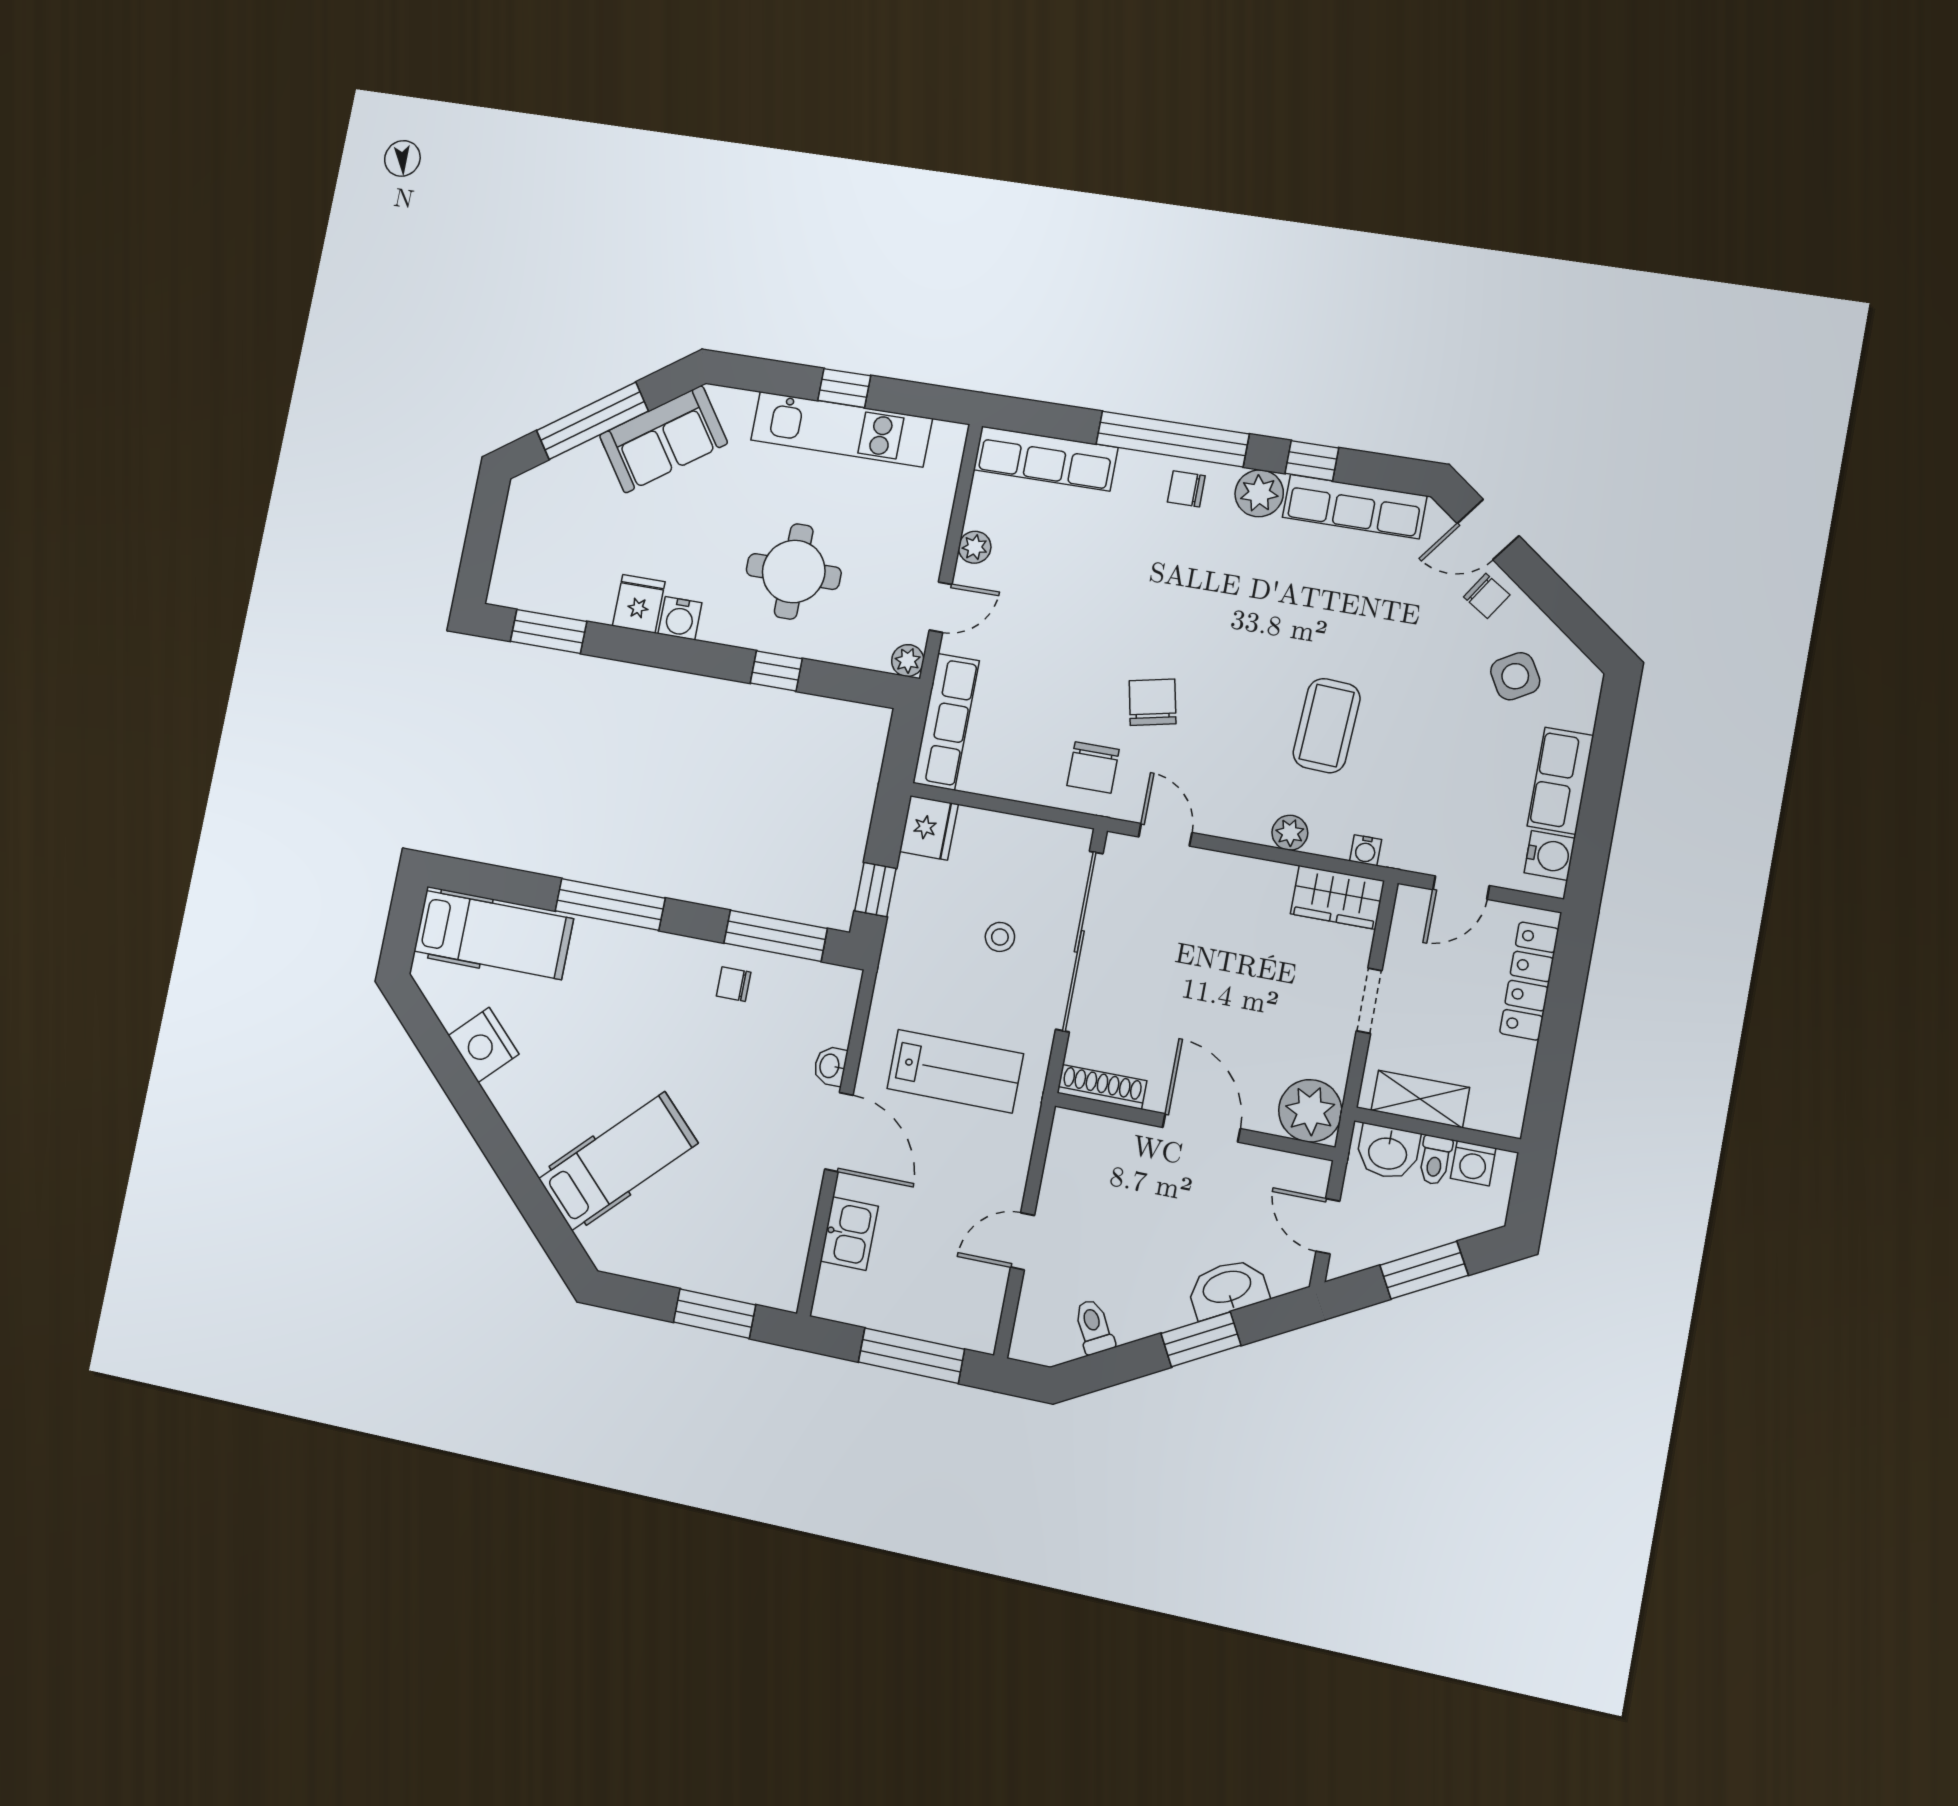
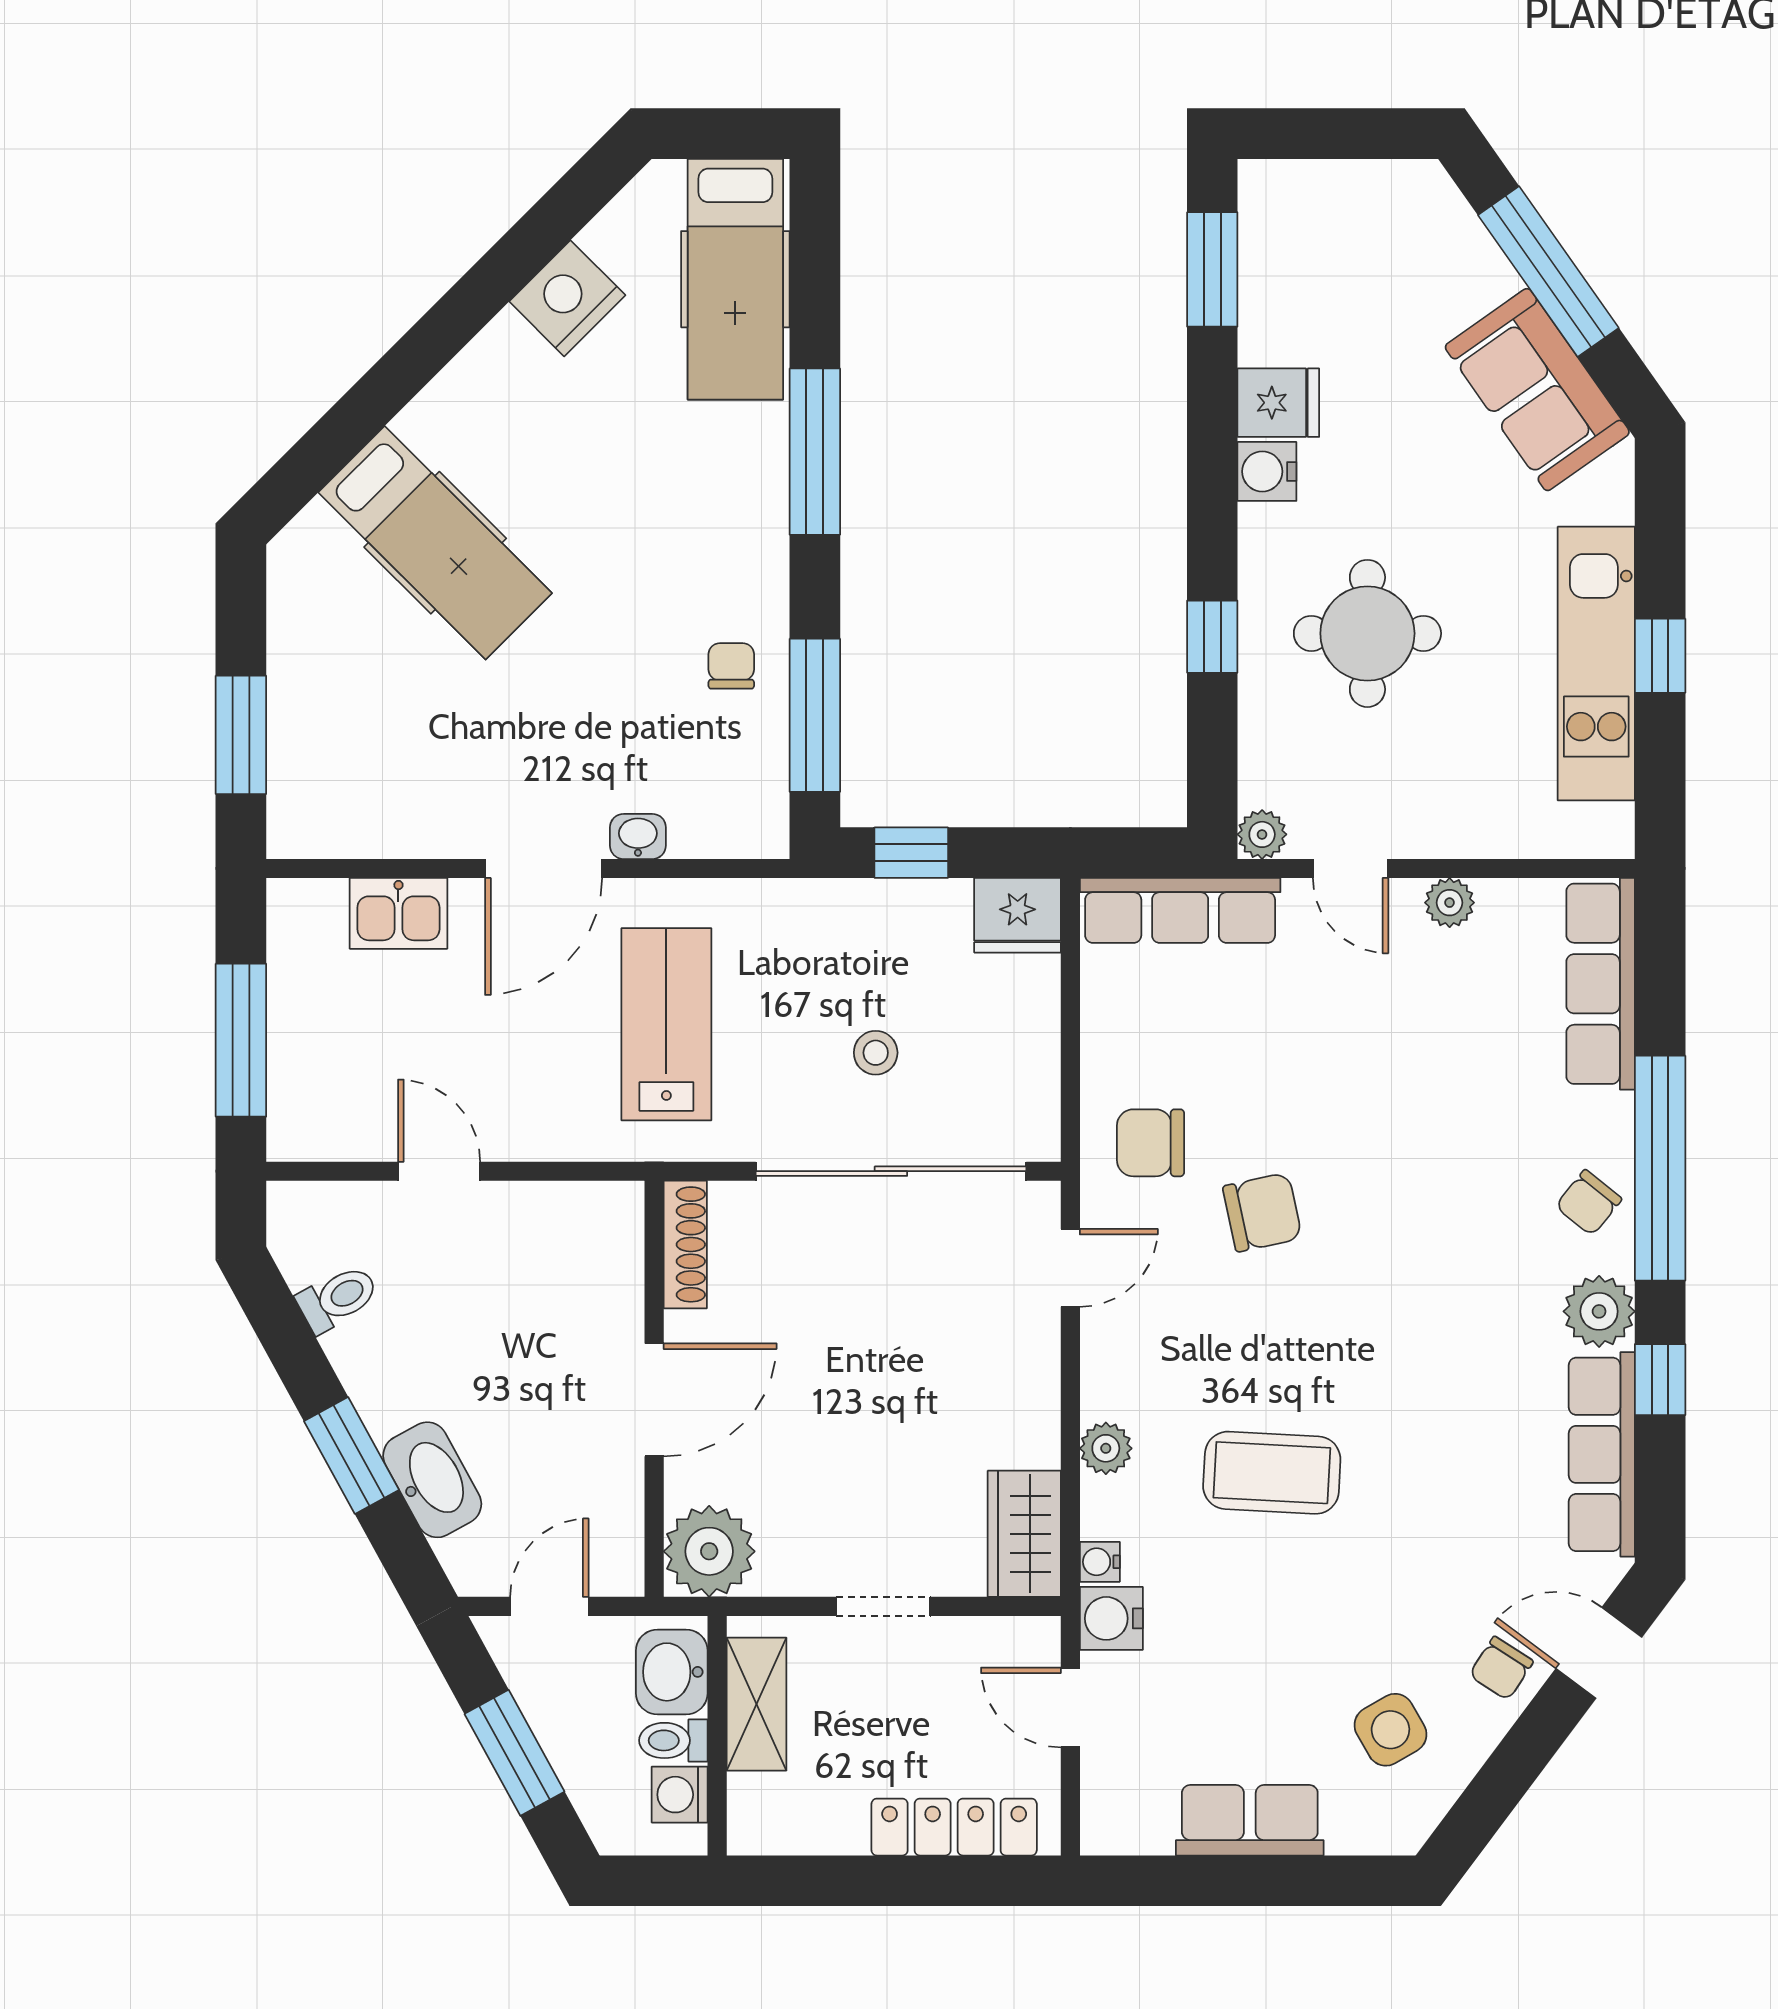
chair: (1186, 489) -> (1589, 1203), turned -141
door: (1488, 530) -> (1599, 1653), hinge flipped
water cooler: (1550, 856) -> (1111, 1618), moved, turned 90
lab bench: (955, 1071) -> (666, 1024), turned 180

